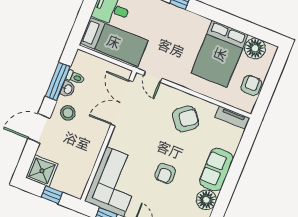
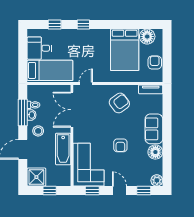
door: (153, 77) -> (86, 84), swing flipped
bathtub: (90, 149) -> (63, 149), added

